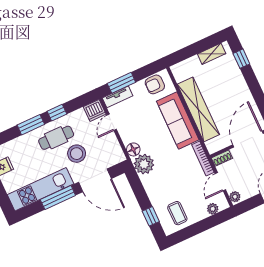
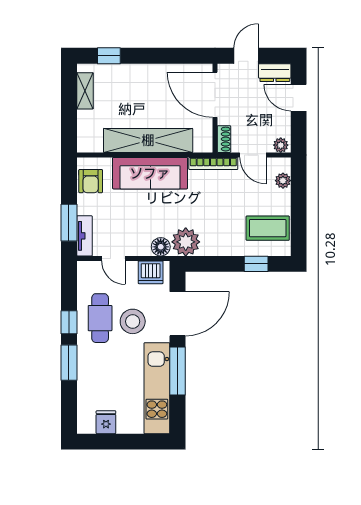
dishwasher: (95, 110) -> (151, 272), moved, turned 90
cafe table: (56, 138) -> (100, 318), moved
coffee table: (177, 213) -> (268, 228), width x1.36, depth x1.30

